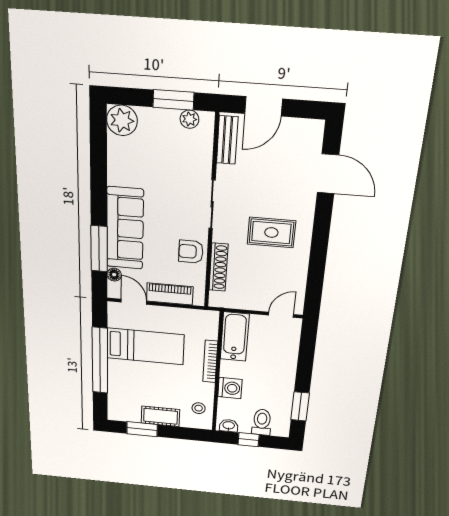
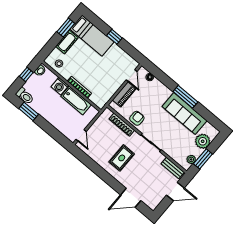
door: (264, 106) -> (175, 192), swing flipped
plant: (122, 120) -> (203, 141), moved
sofa: (125, 228) -> (184, 114), moved
window: (99, 249) -> (185, 97), moved
door: (134, 302) -> (132, 76), hinge flipped
bathtub: (235, 337) -> (76, 100), moved
bed: (145, 346) -> (92, 36), moved, turned -90
window: (100, 361) -> (114, 37), width x0.32
toilet: (262, 422) -> (25, 96), moved

